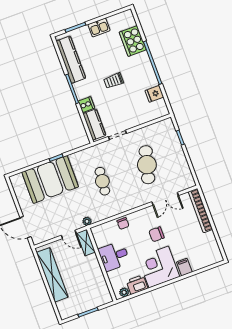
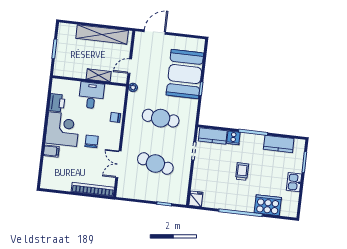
kitchen counter: (71, 60) -> (279, 144), width x0.67
fridge: (154, 94) -> (196, 199), moved
cafe table: (102, 181) -> (161, 118), width x1.37, depth x1.35
shelving: (86, 243) -> (99, 75), moved
plant: (124, 292) -> (56, 88), removed

